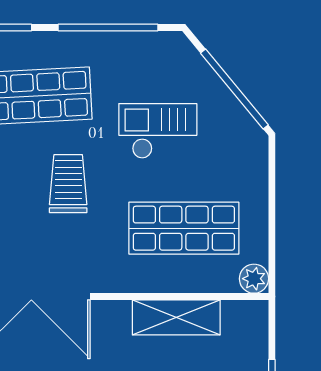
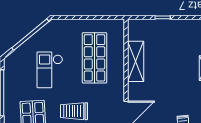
plant: (254, 279) -> (118, 26), removed

